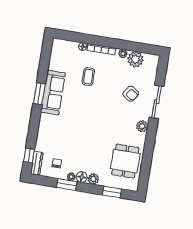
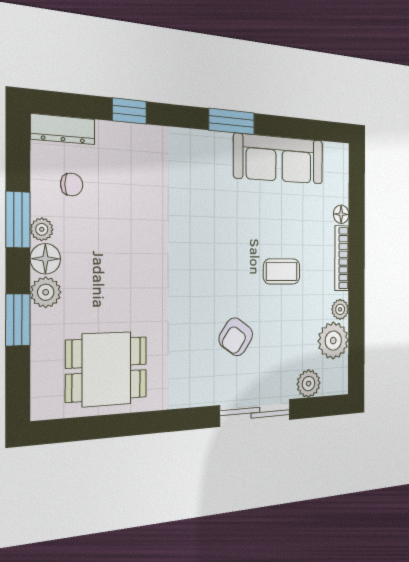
coffee table: (88, 77) -> (282, 271), moved
sofa: (53, 93) -> (279, 159), moved
armchair: (131, 94) -> (236, 337), moved
plant: (142, 126) -> (309, 384), moved
window: (29, 155) -> (129, 111), moved
window: (112, 192) -> (18, 320), moved

